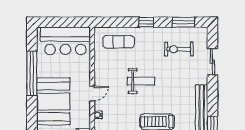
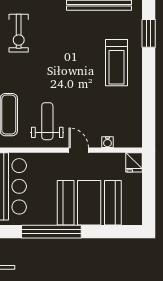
weight bench: (141, 81) -> (47, 121), moved

